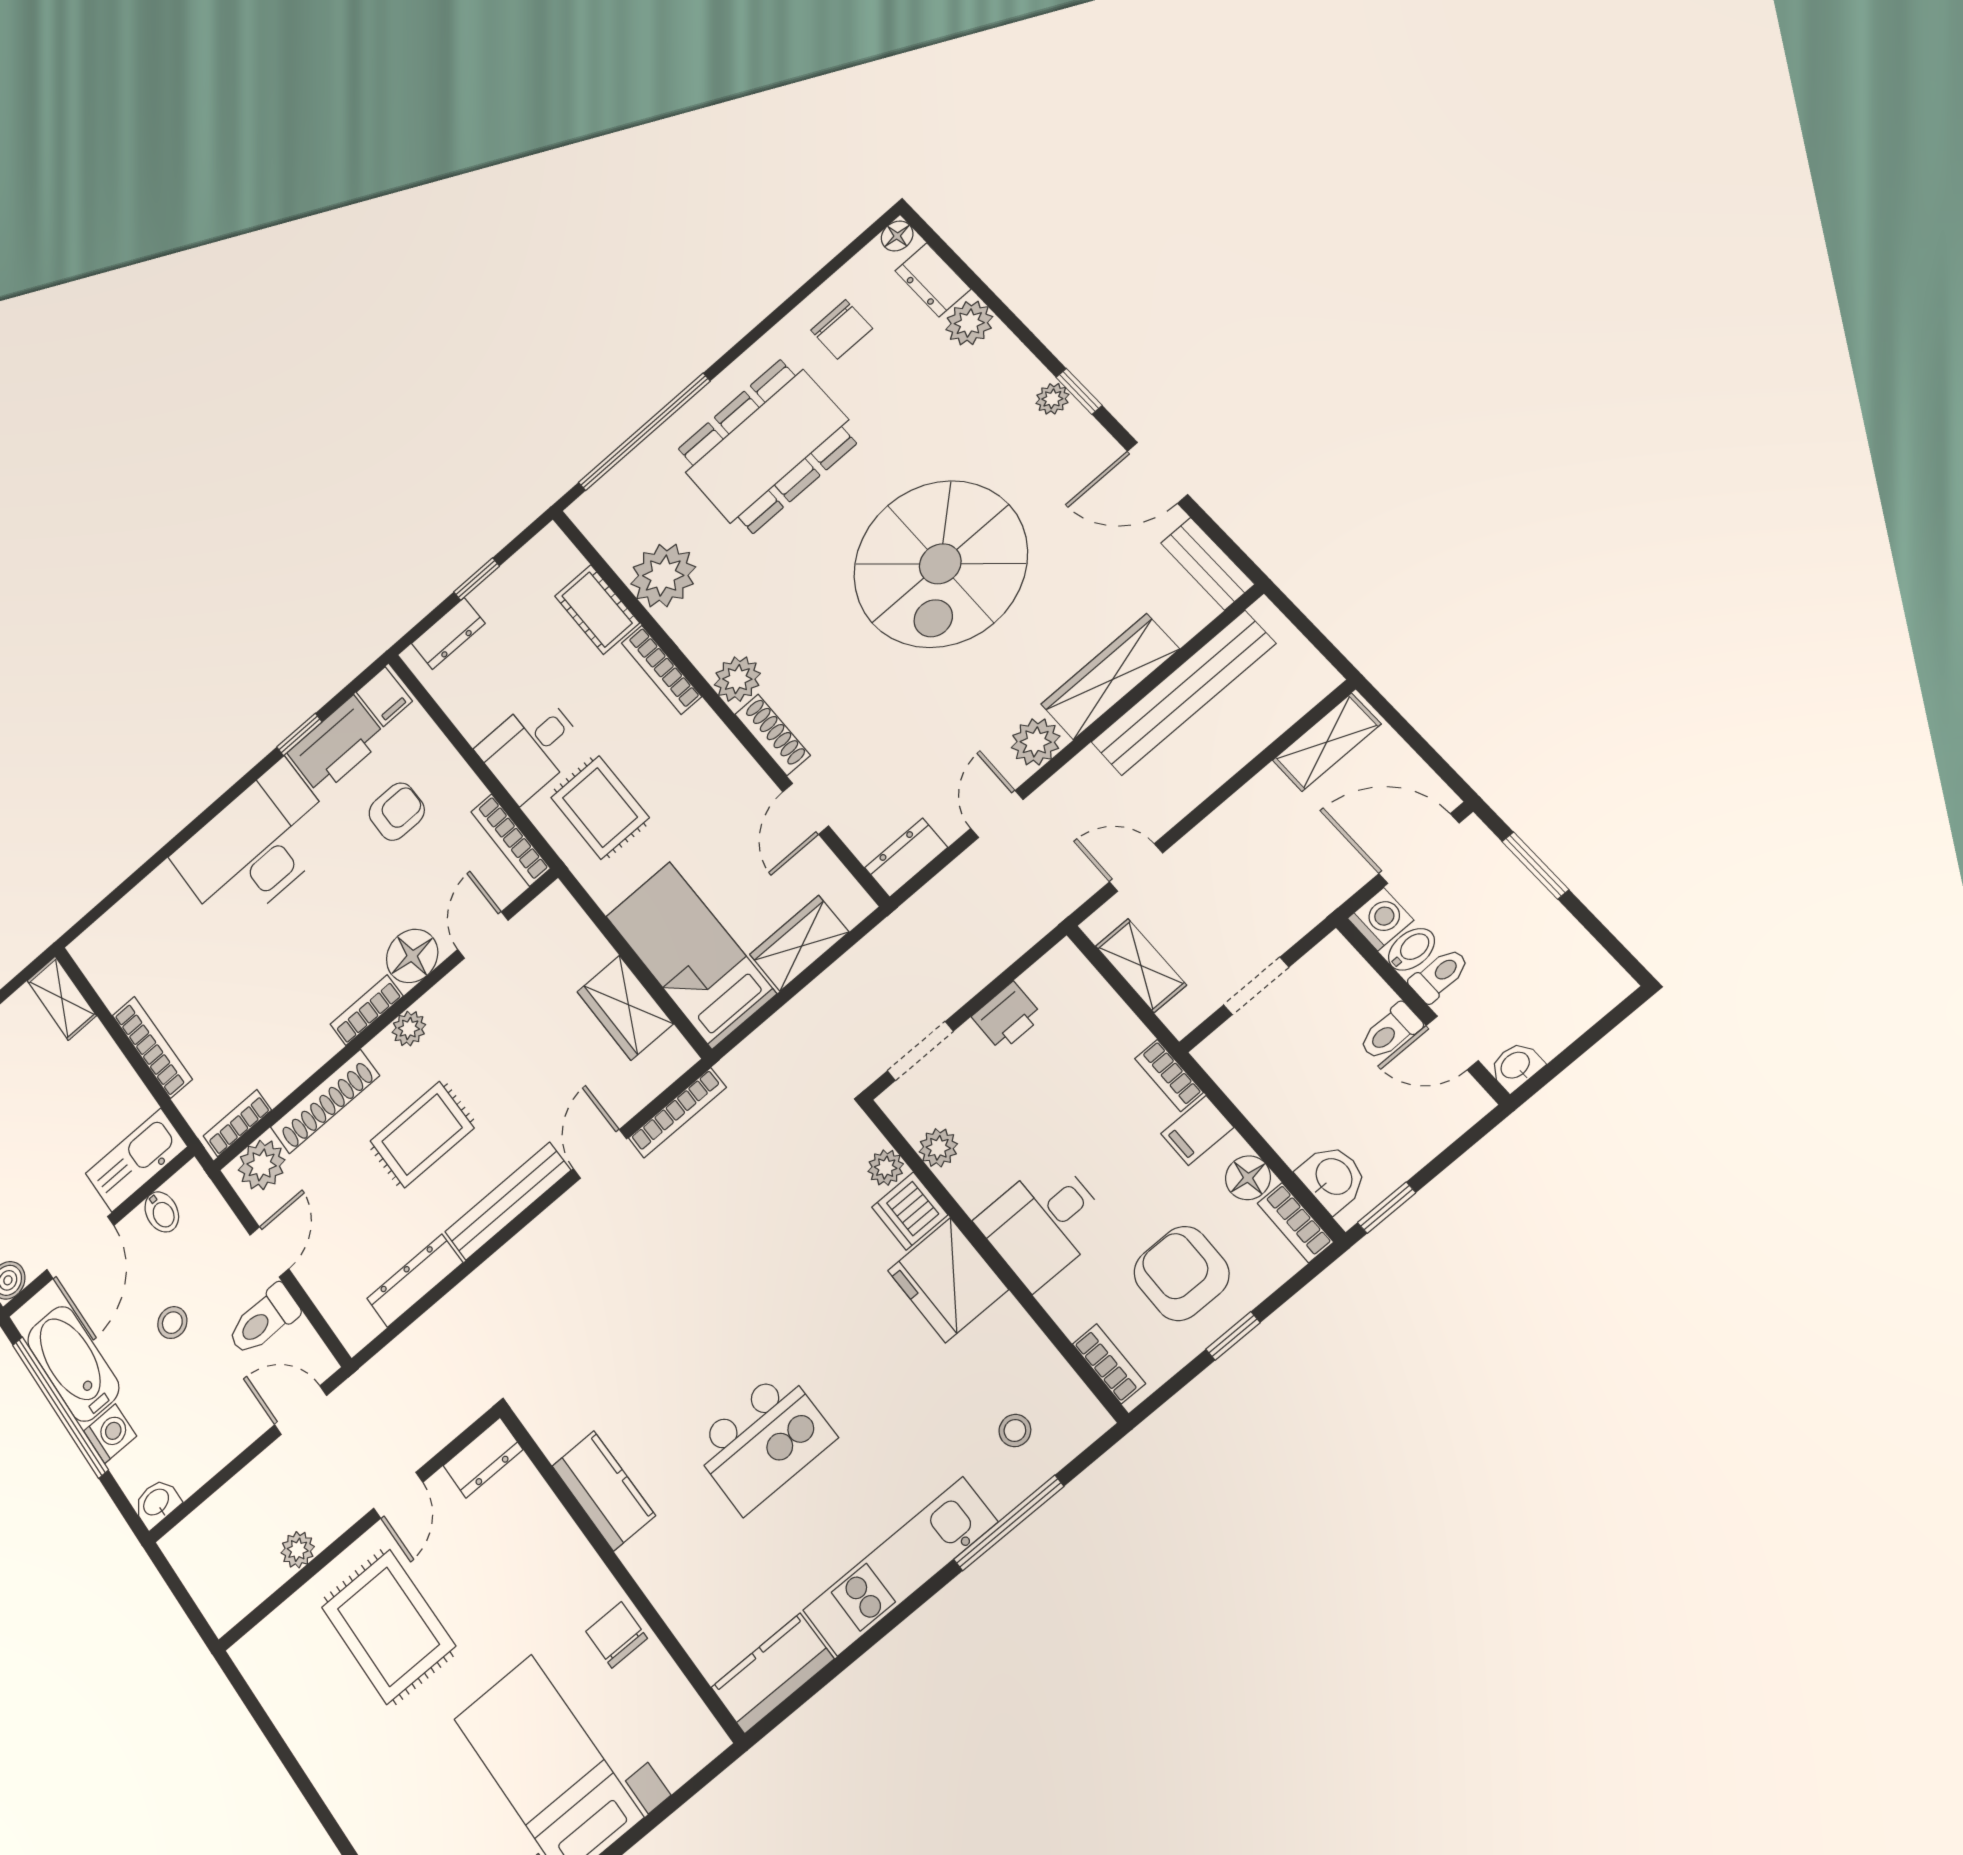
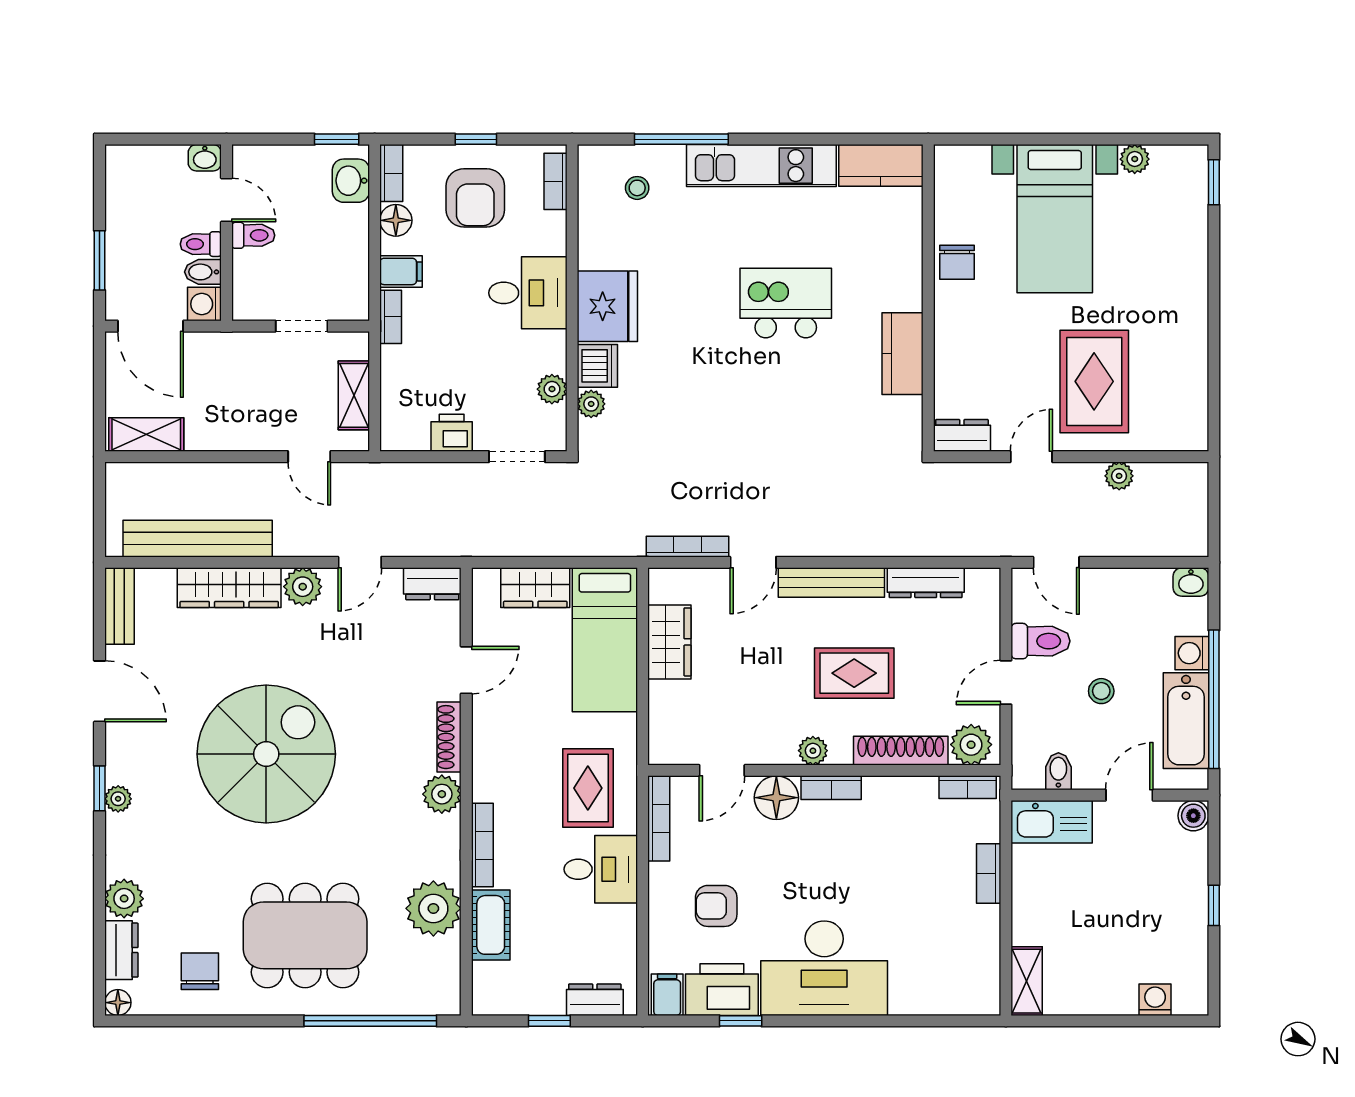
bookcase: (152, 1047) -> (989, 873), width x0.64
door: (80, 1248) -> (1129, 795), width x0.73

